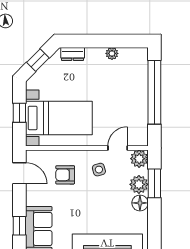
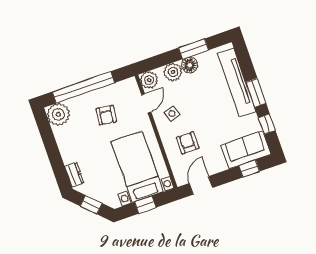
plant: (112, 53) -> (58, 114), moved, width x1.88, depth x1.88
armchair: (120, 105) -> (106, 115), added
door: (118, 148) -> (146, 103), swing flipped
armchair: (65, 175) -> (188, 143), turned 180
window: (154, 183) -> (194, 49), moved

